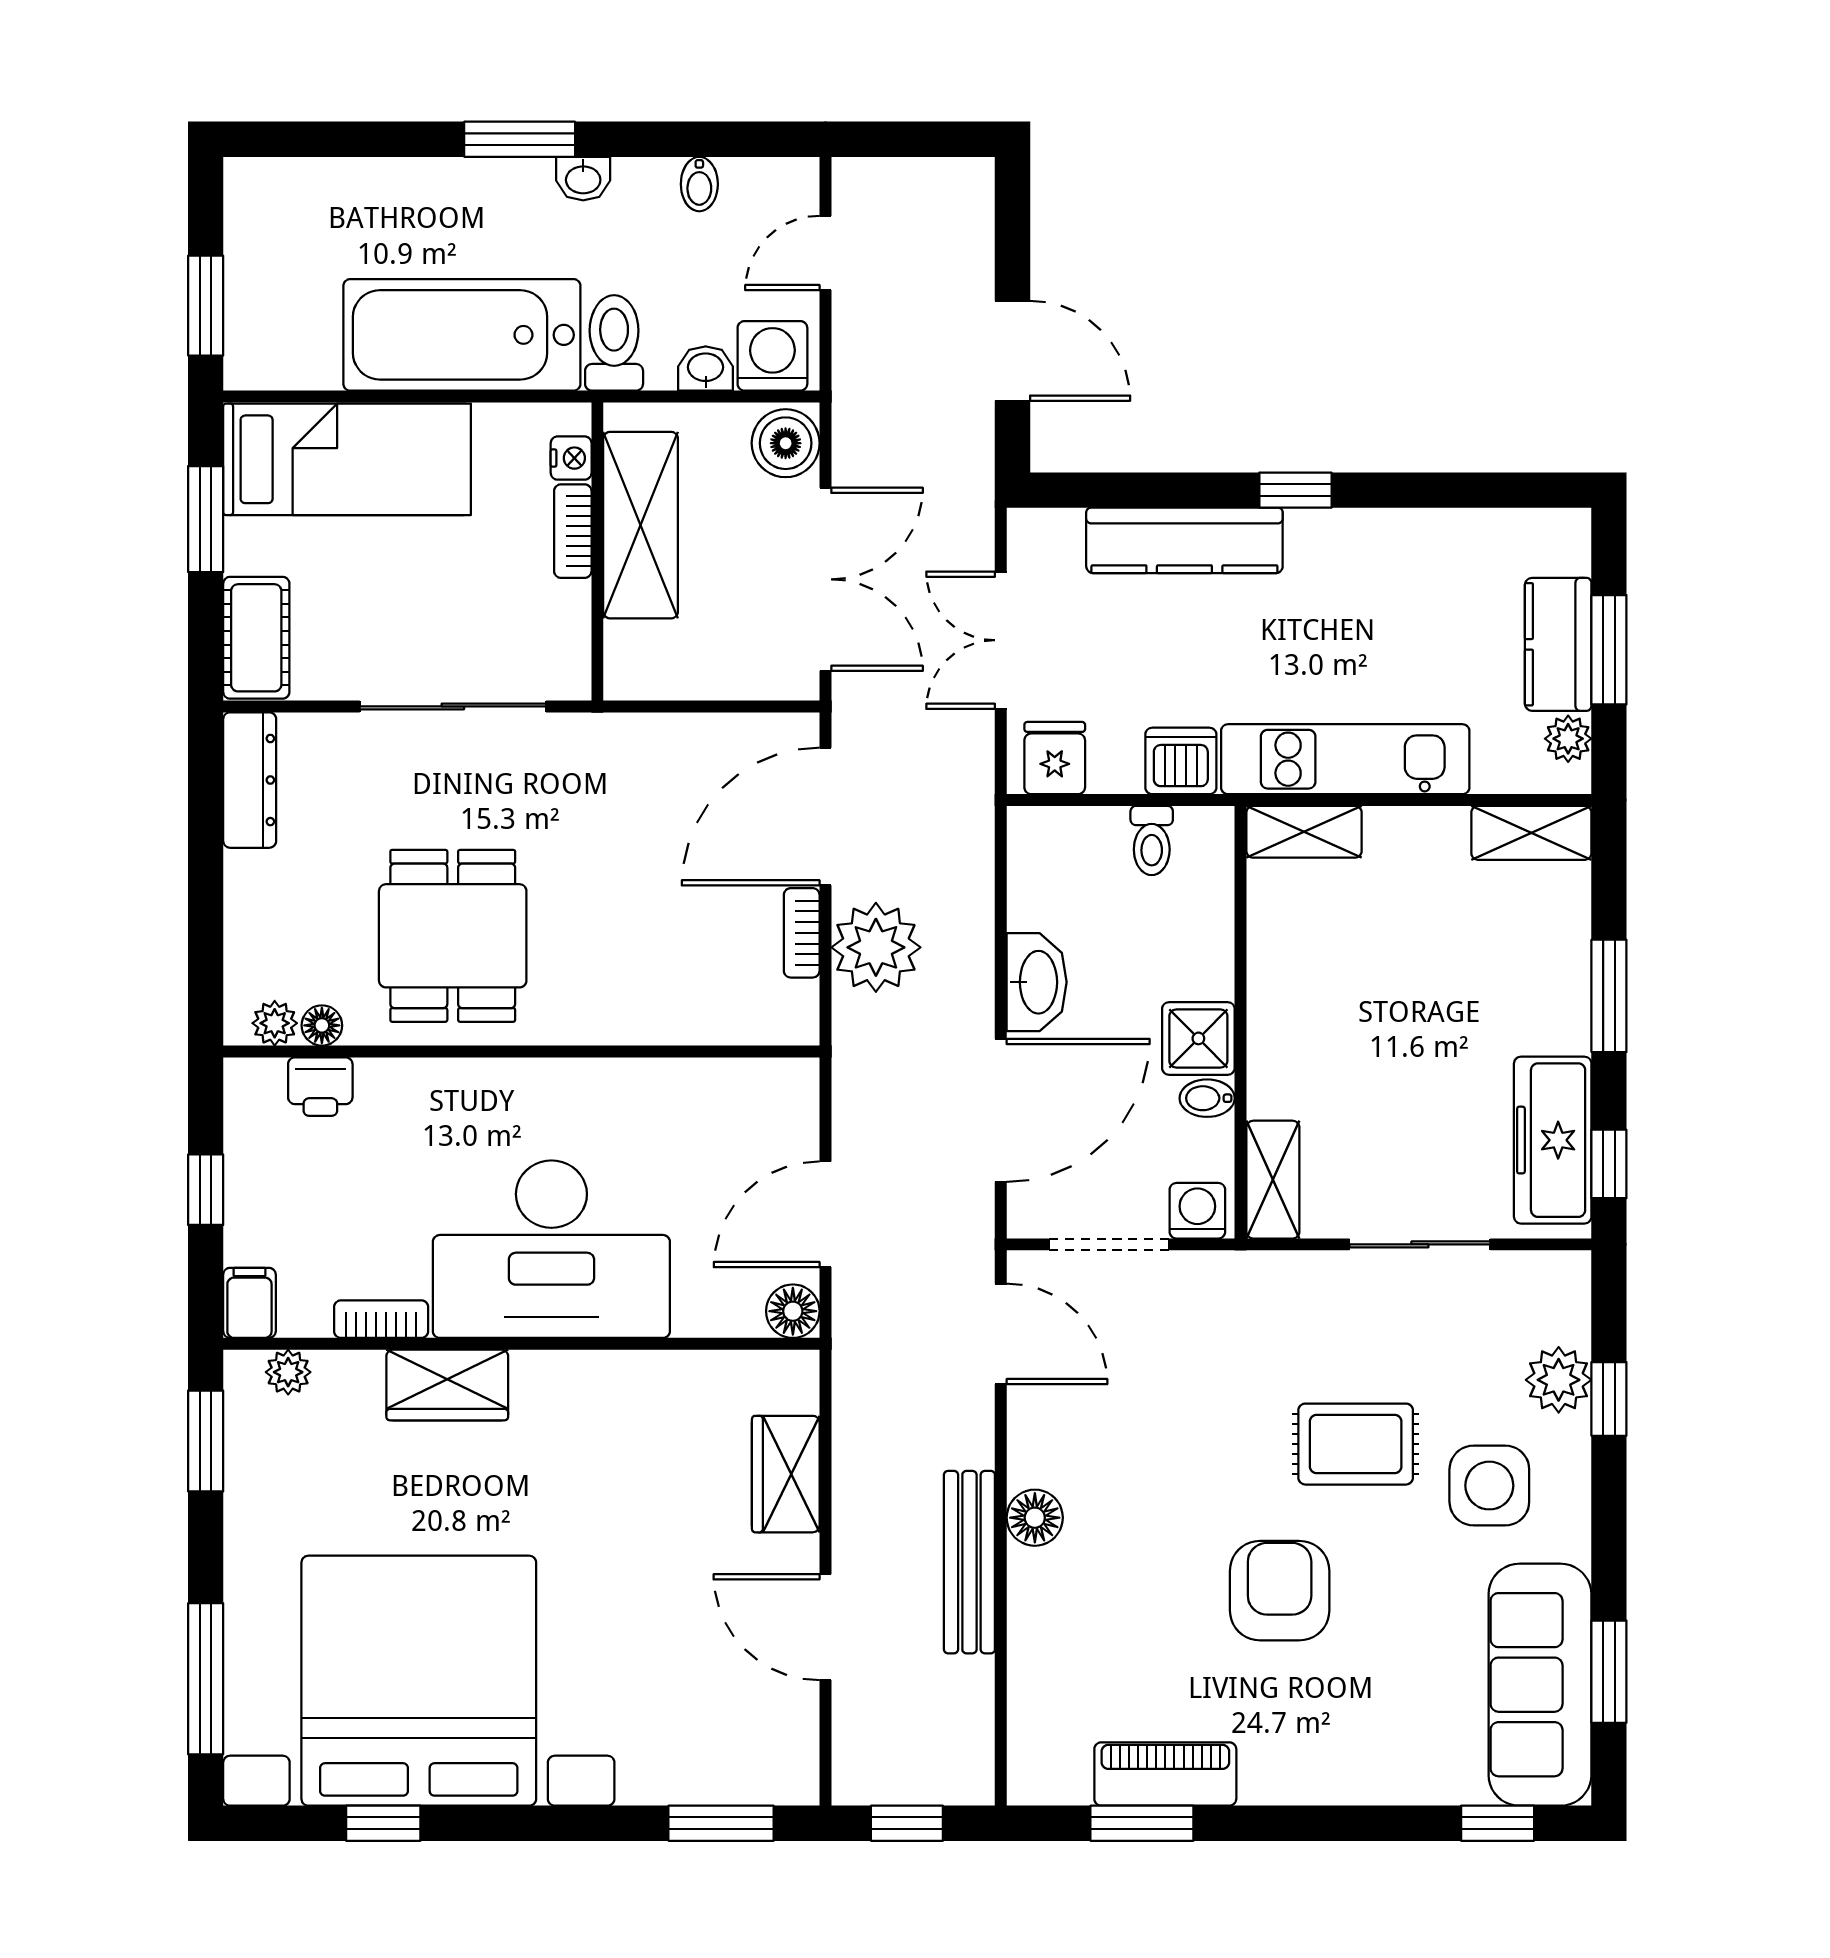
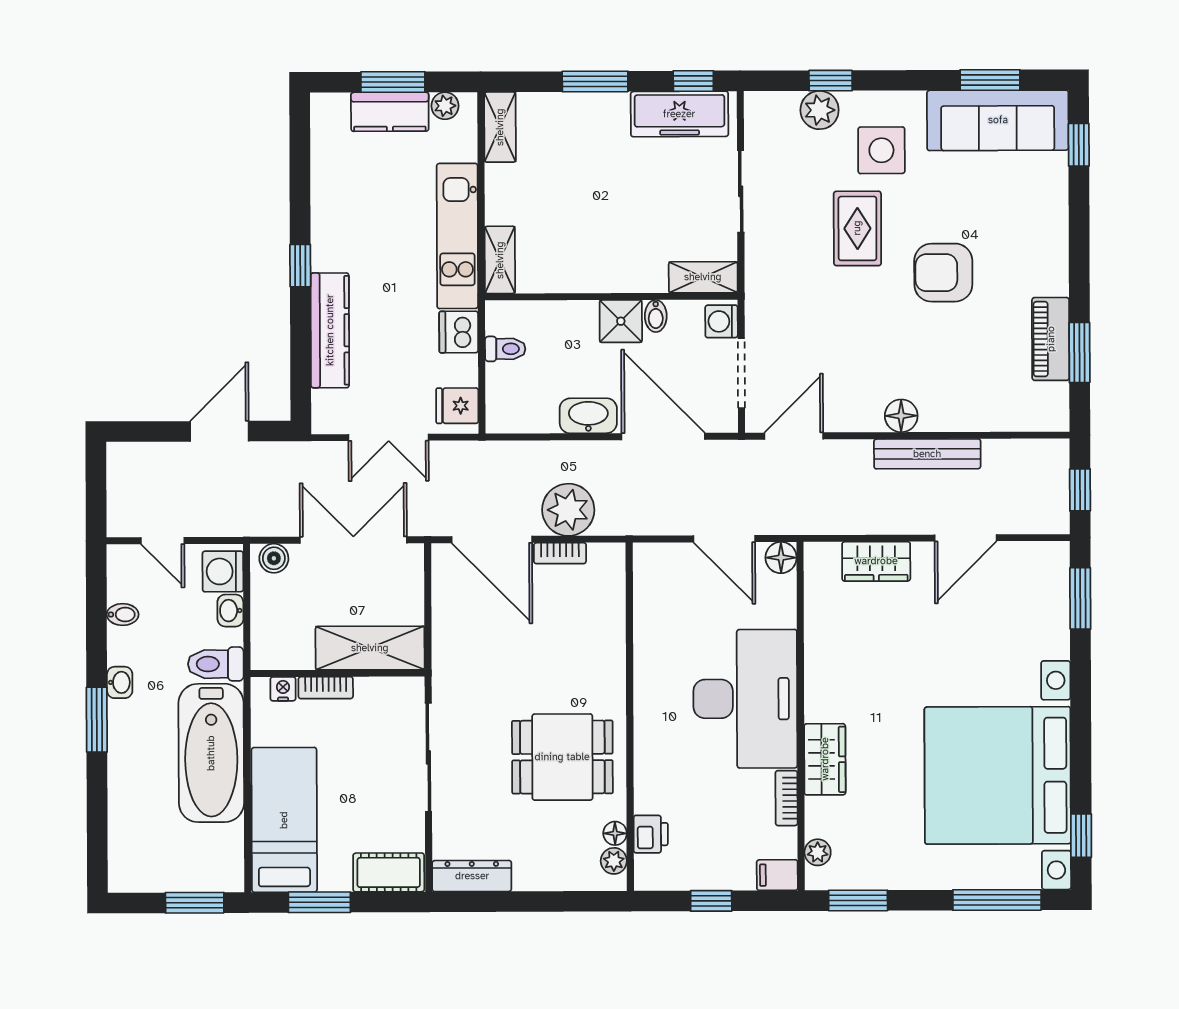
boiler: (786, 443) -> (274, 558), width x0.73, depth x0.73
shelving: (641, 525) -> (370, 648), moved
window: (383, 1823) -> (1081, 836), moved

